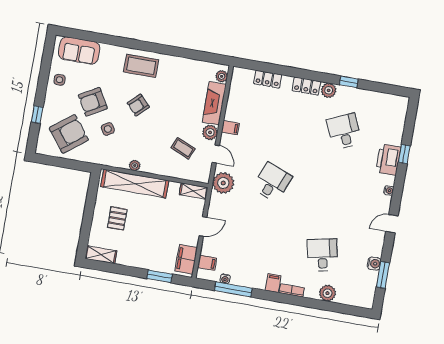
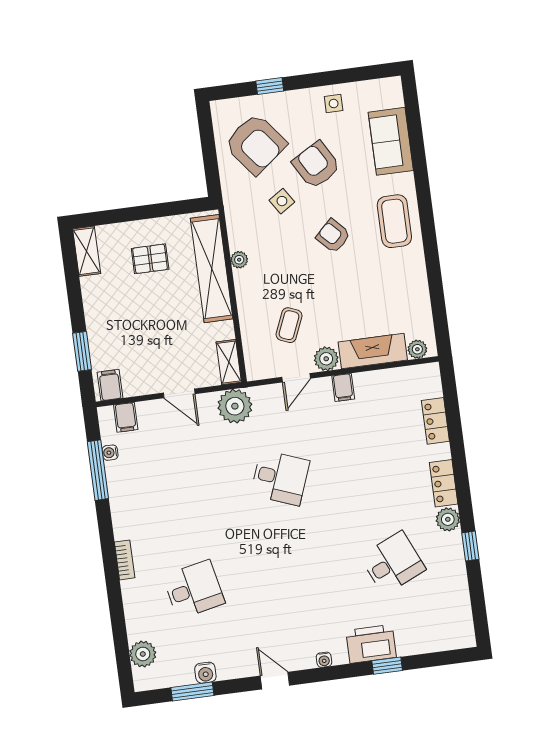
sofa: (79, 51) -> (391, 141), moved
plant: (223, 183) -> (235, 406), moved
filing cabinet: (186, 259) -> (110, 385), width x0.50
filing cabinet: (273, 283) -> (127, 528), removed
plant: (327, 293) -> (143, 654), moved

